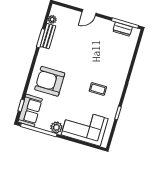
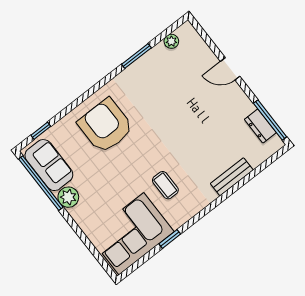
bench: (48, 36) -> (232, 177), moved
sofa: (30, 110) -> (49, 165), moved, turned -90
corner sofa: (85, 127) -> (131, 234), moved, turned -90

